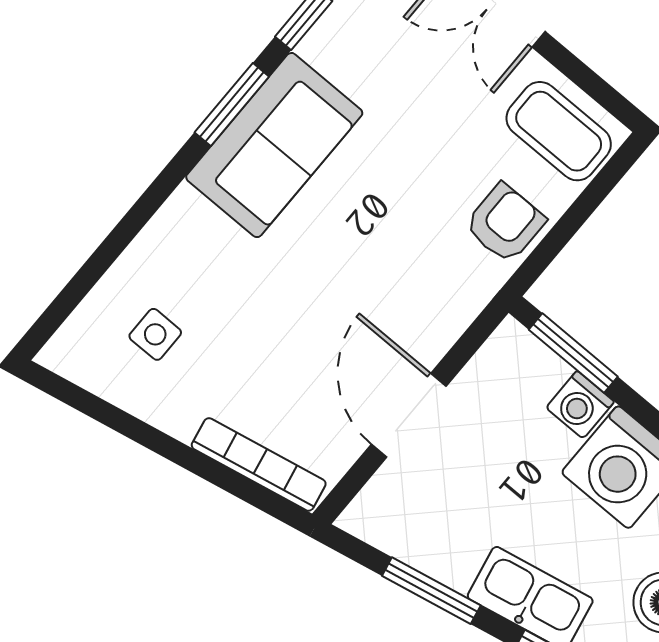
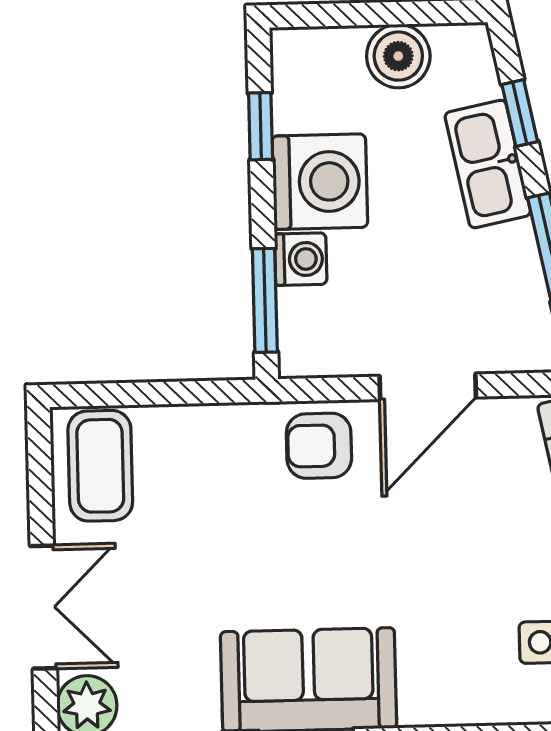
armchair: (505, 223) -> (319, 446), moved

